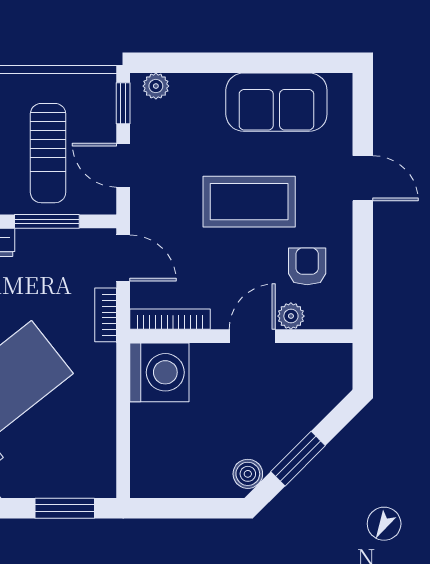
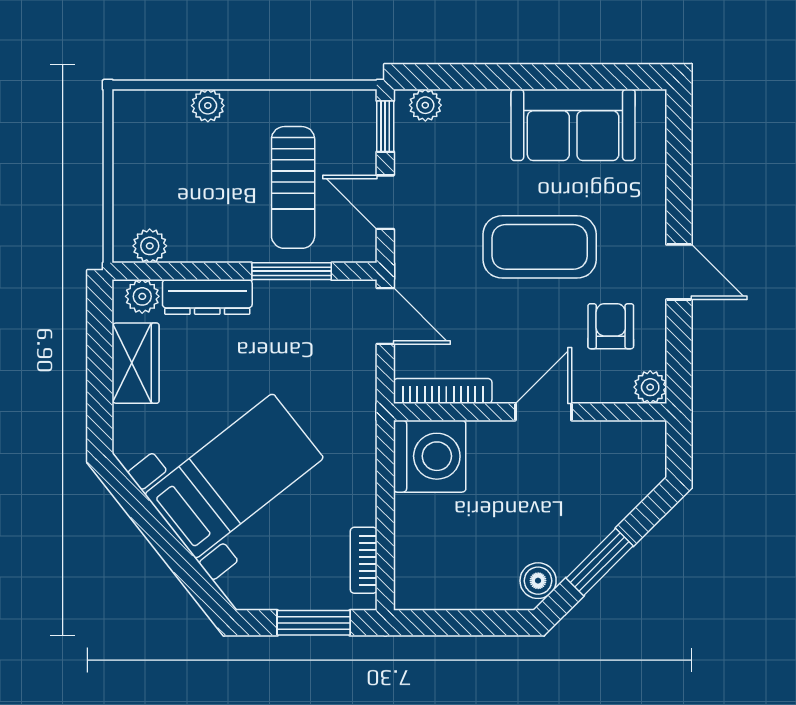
door: (363, 178) -> (679, 272), moved
bookcase: (106, 315) -> (364, 560), moved
plant: (291, 316) -> (650, 387), moved

